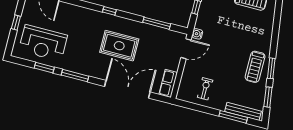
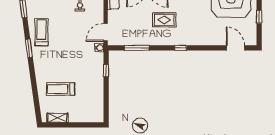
rug: (119, 46) -> (164, 20), width x0.73, depth x0.70
window: (271, 68) -> (29, 48), moved

